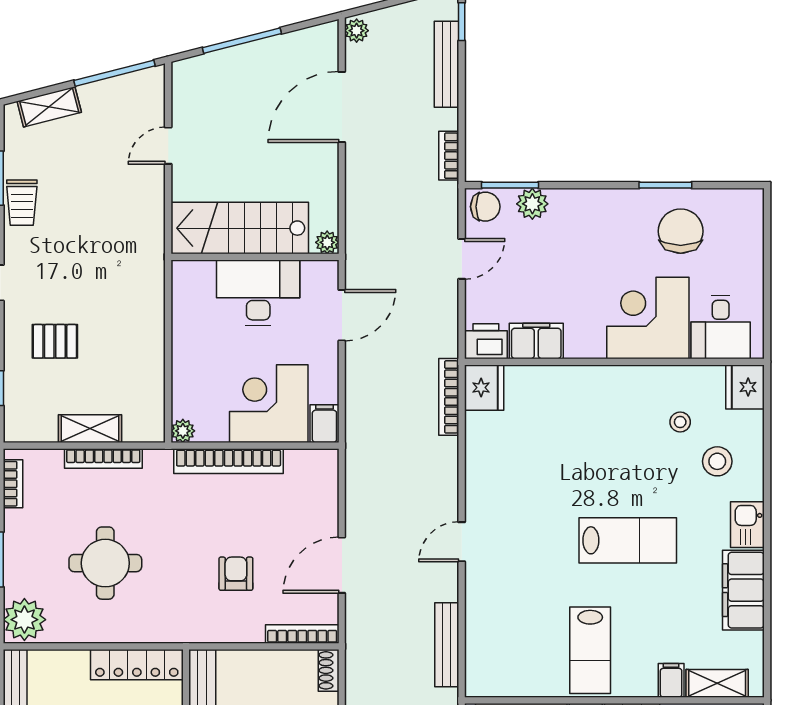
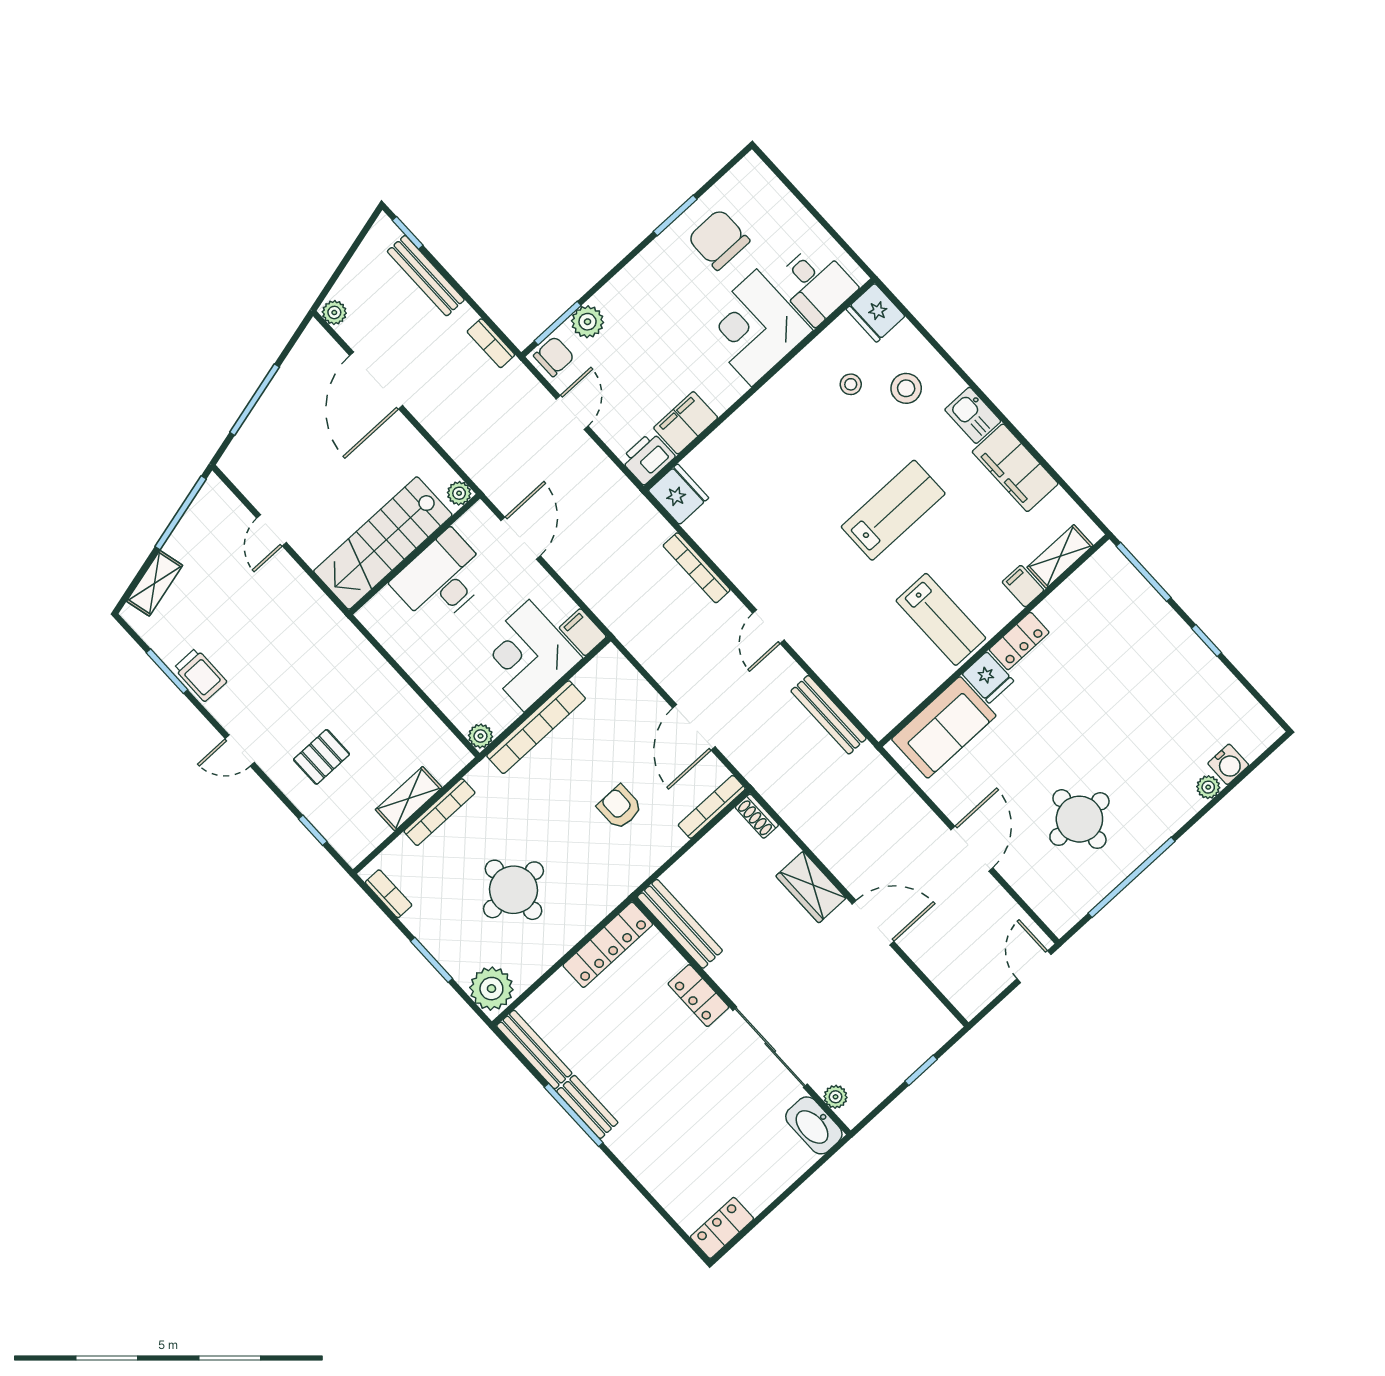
bookcase: (449, 397) -> (697, 568), moved

